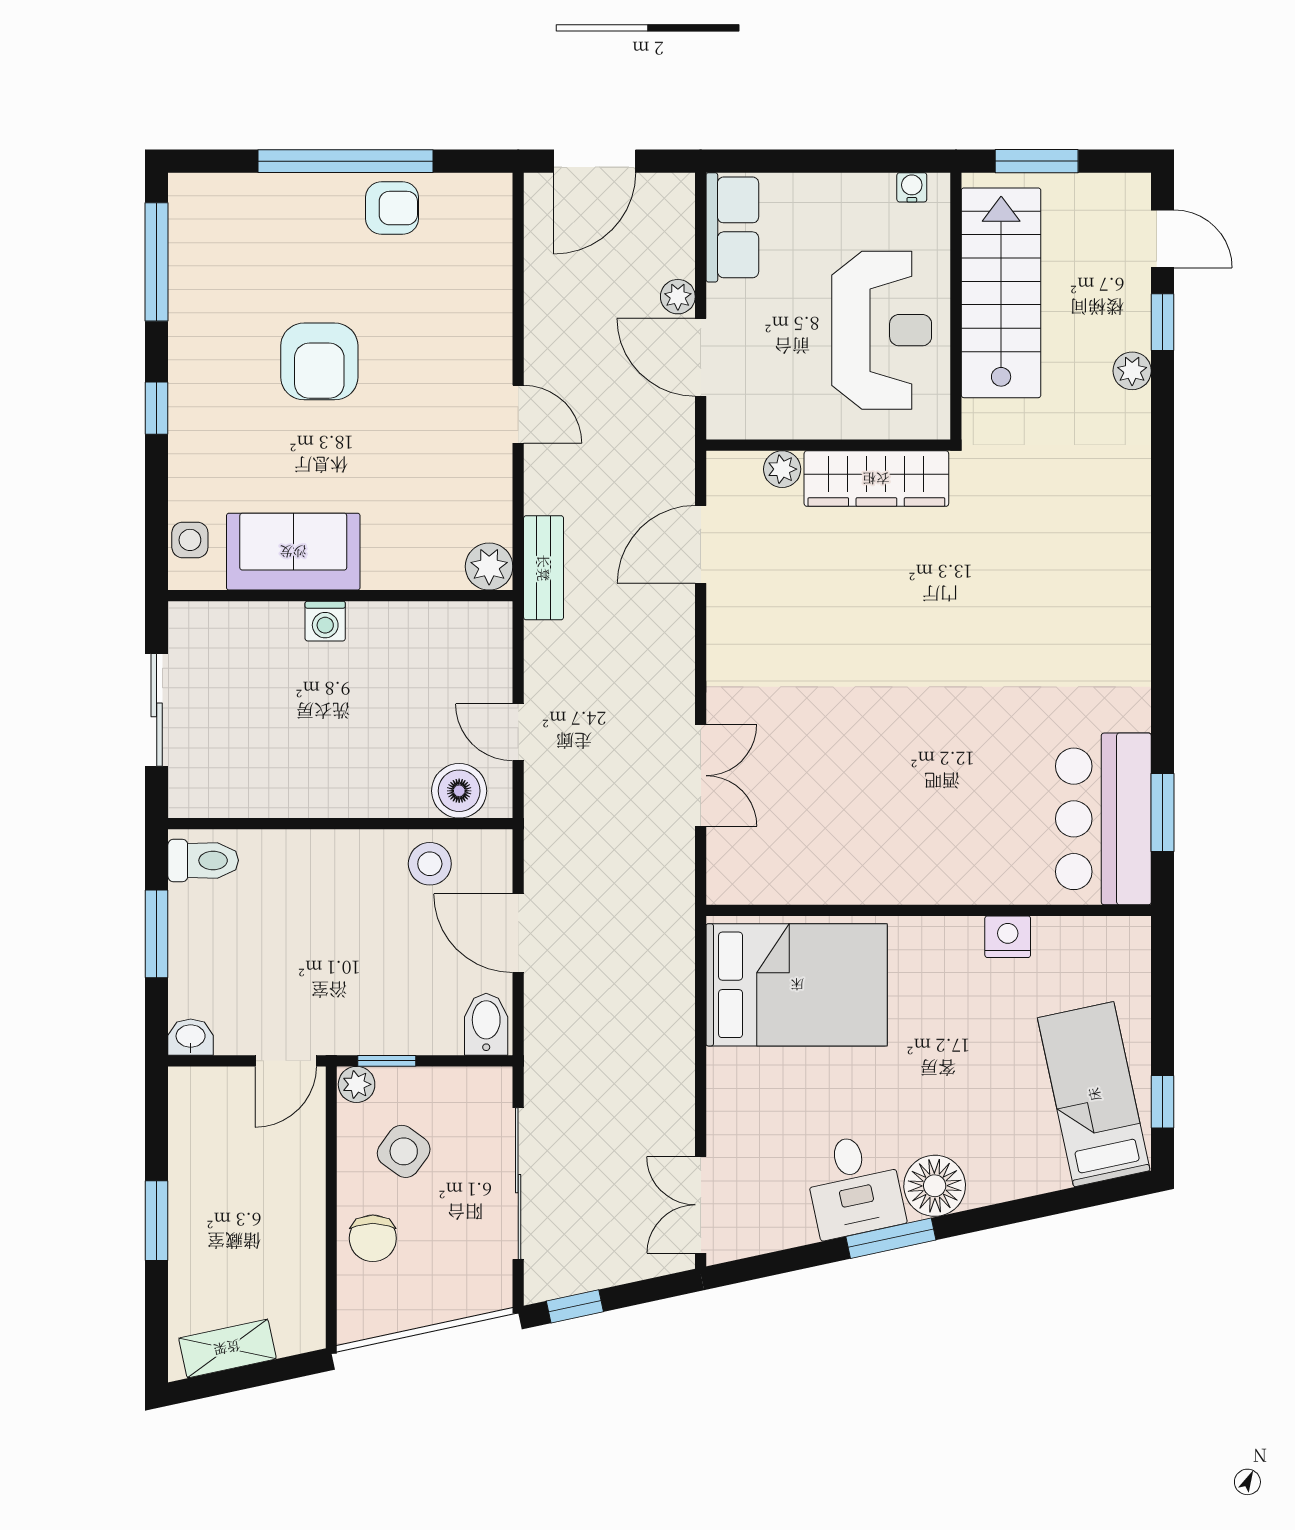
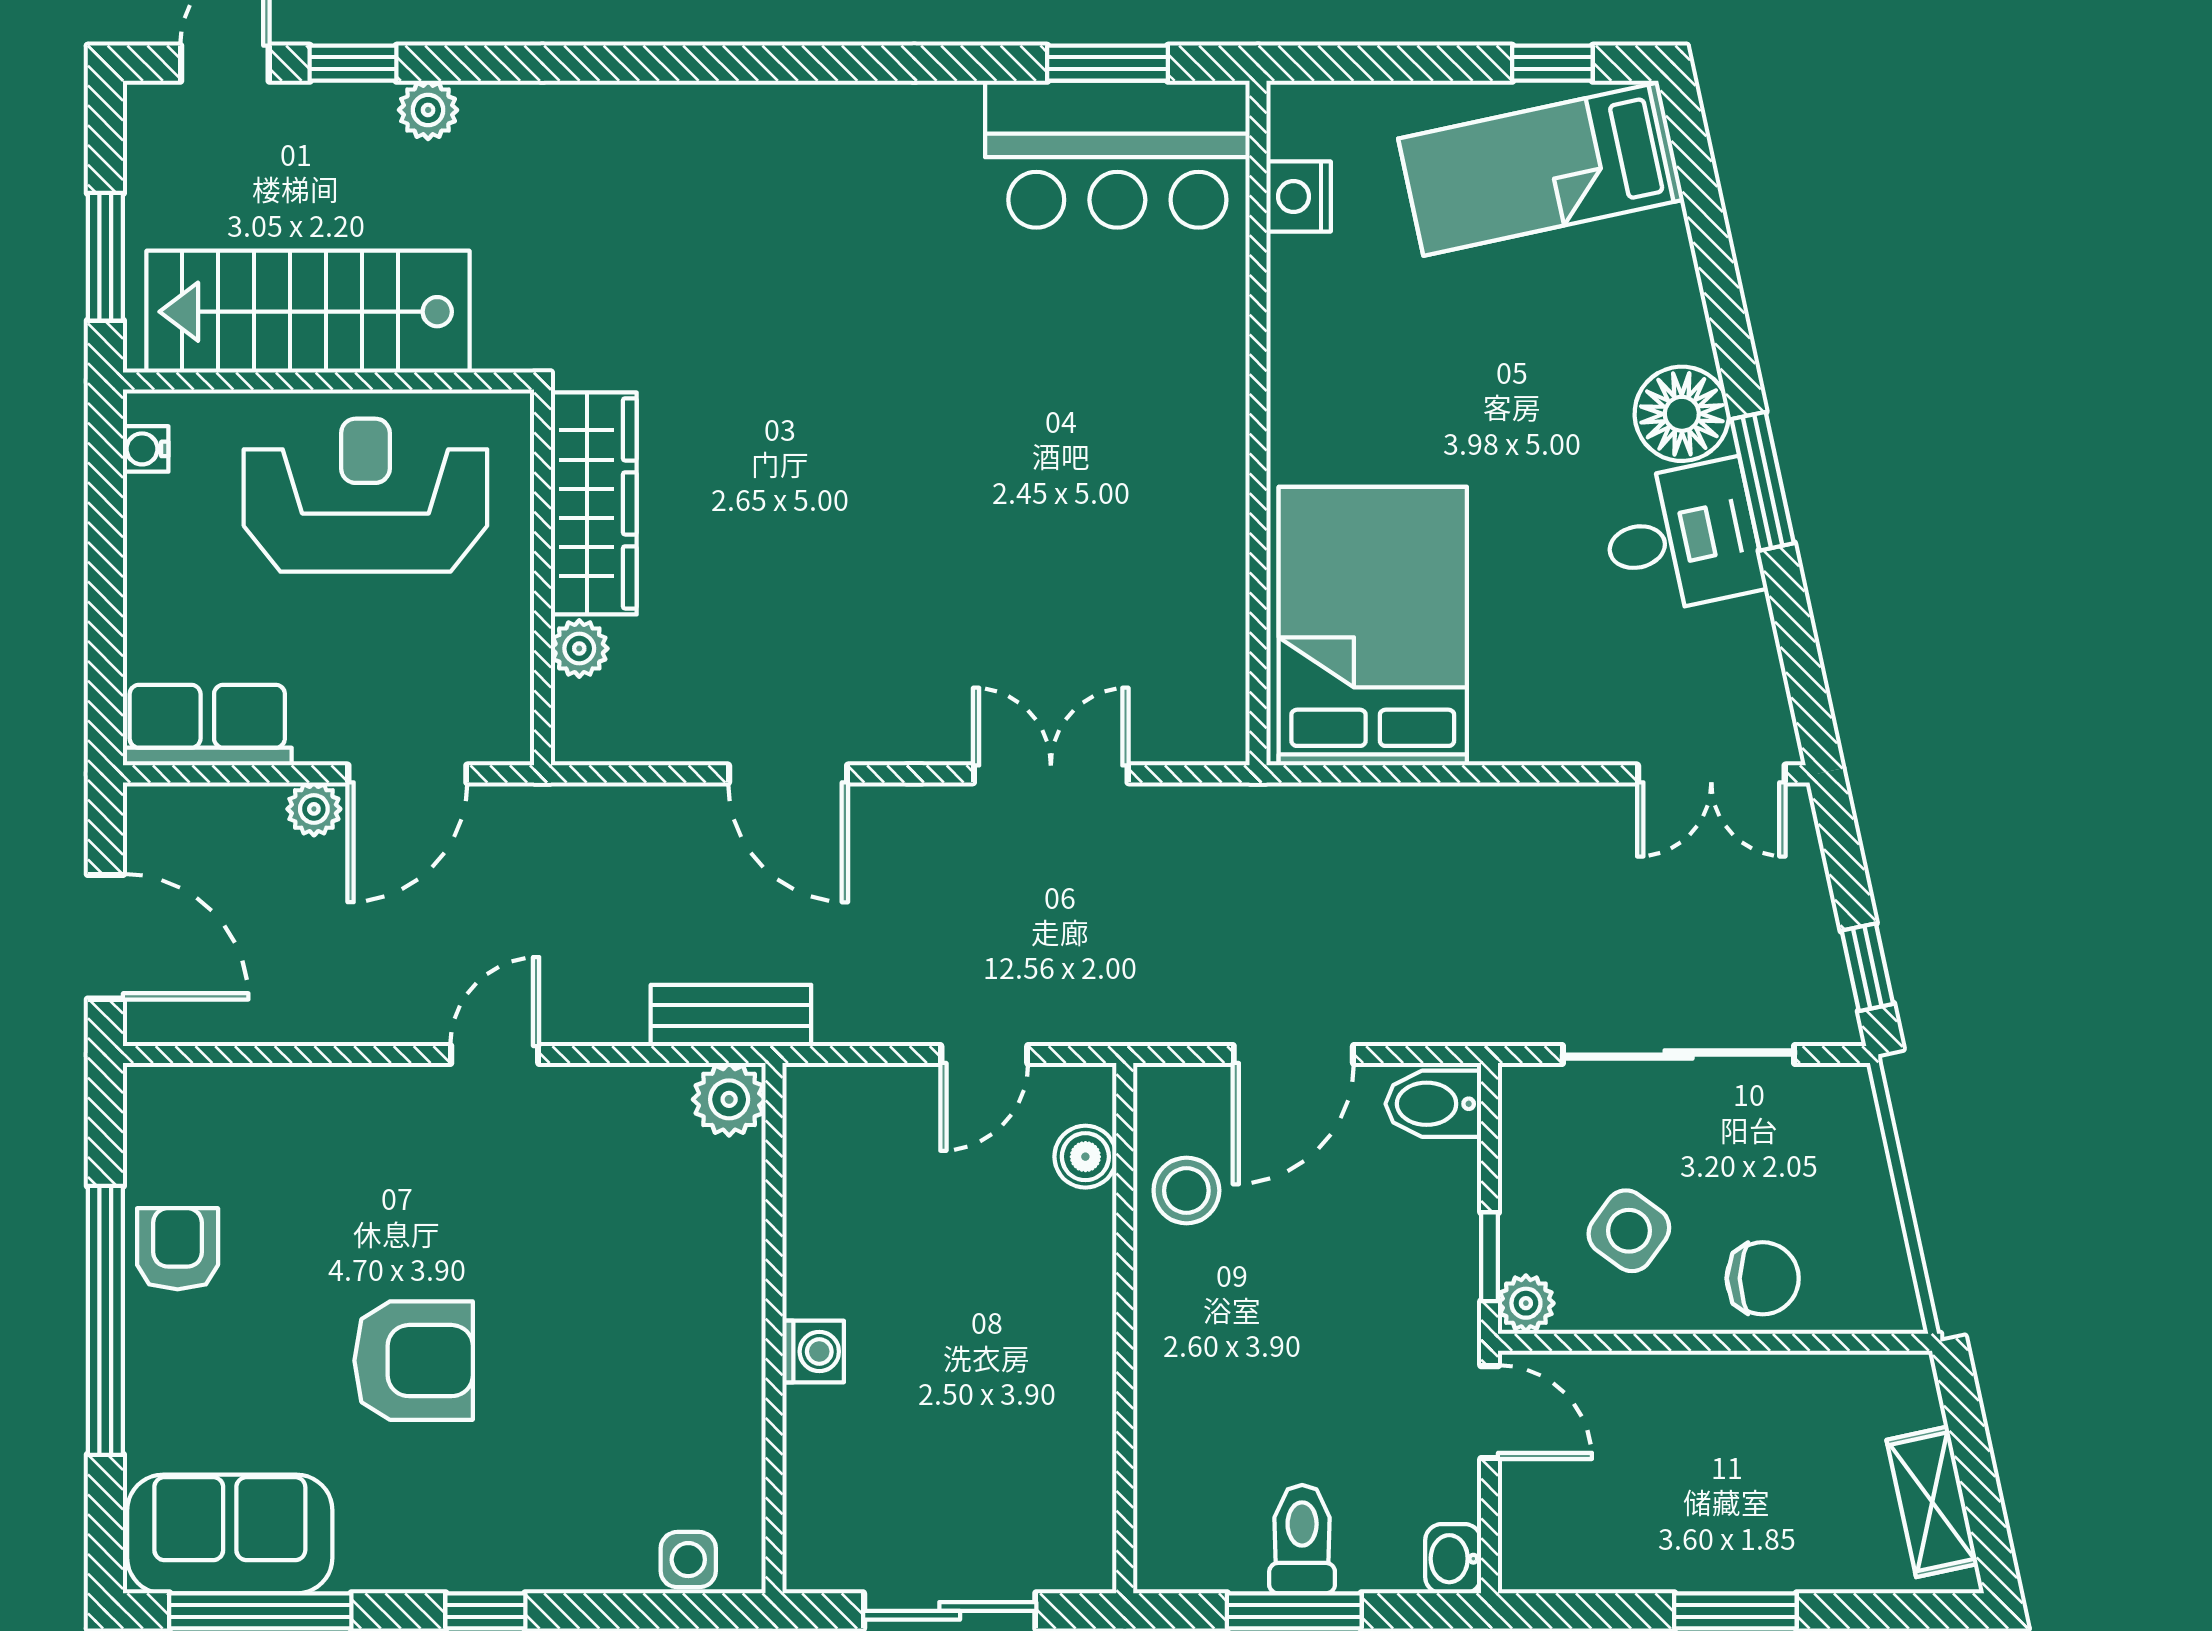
door: (701, 545) -> (788, 774), moved
sofa: (293, 552) -> (230, 1534), moved, turned 90
boiler: (459, 791) -> (1085, 1157), width x0.73, depth x0.73
toilet: (203, 860) -> (1302, 1539), moved
nightstand: (1008, 937) -> (1299, 197), moved

